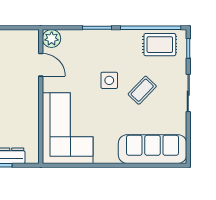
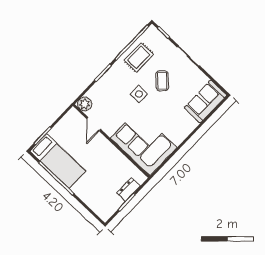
rug: (160, 45) -> (139, 57), moved
door: (41, 65) -> (94, 124), swing flipped
sofa: (152, 149) -> (205, 102), width x0.73

